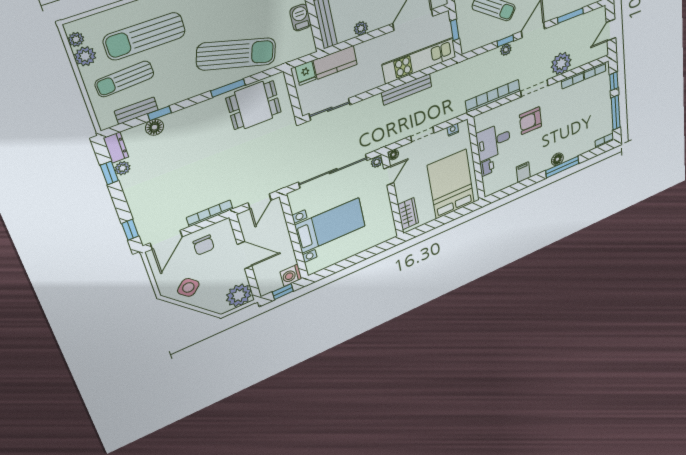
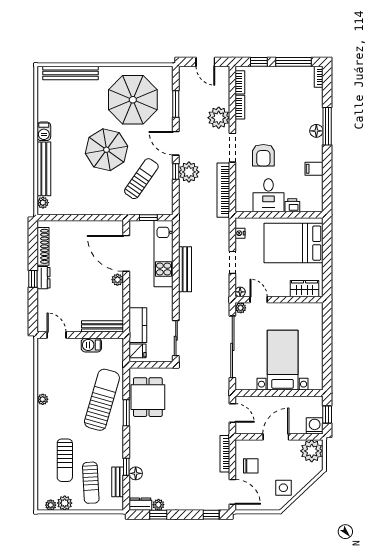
plant: (361, 28) -> (117, 280), moved
sun lounger: (145, 36) -> (65, 460), width x0.73, depth x0.75
plant: (506, 50) -> (189, 172), width x1.87, depth x1.87
washing machine: (291, 275) -> (315, 426), moved, turned 180
side table: (188, 287) -> (283, 488), turned 45

